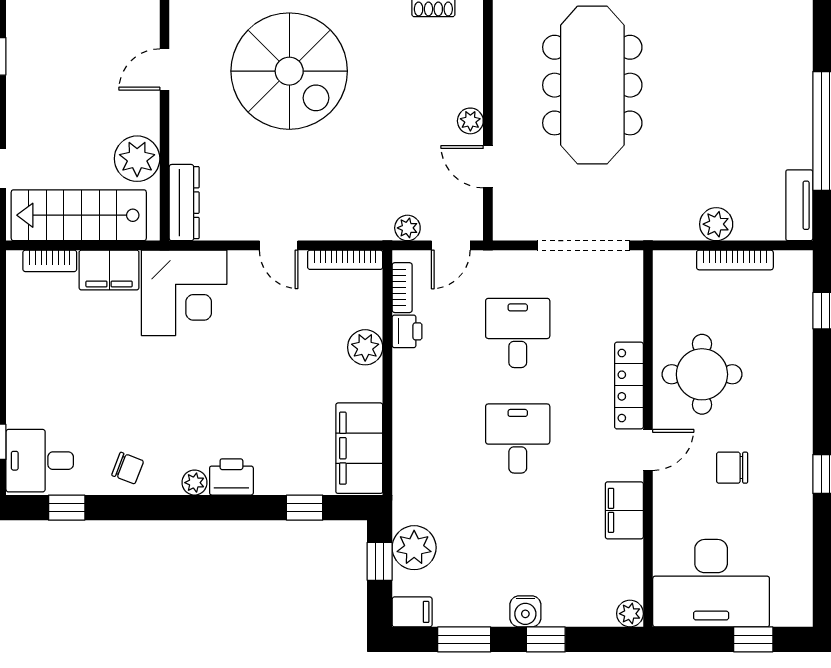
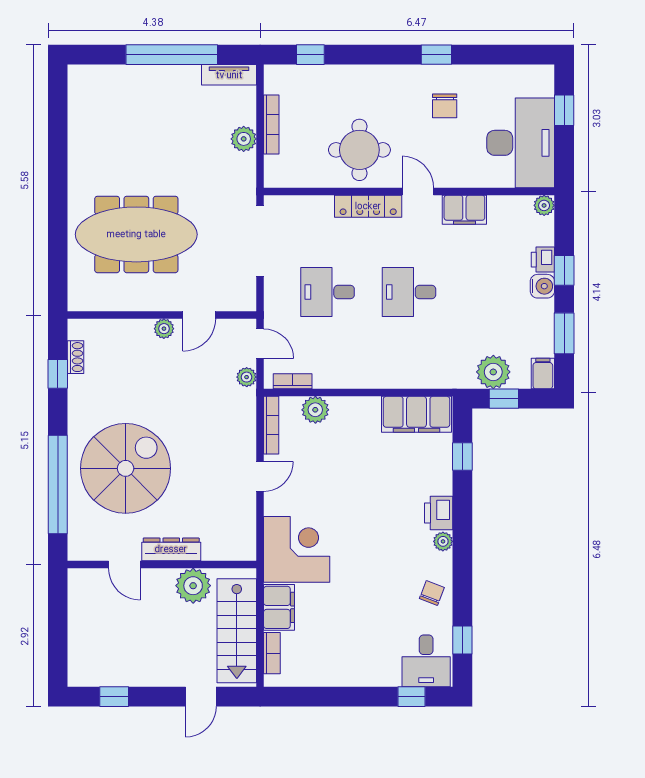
dresser: (184, 203) -> (171, 549), moved
printer: (407, 331) -> (543, 260), moved, turned -90
plant: (365, 347) -> (315, 410), moved
chair: (732, 468) -> (445, 106), moved

